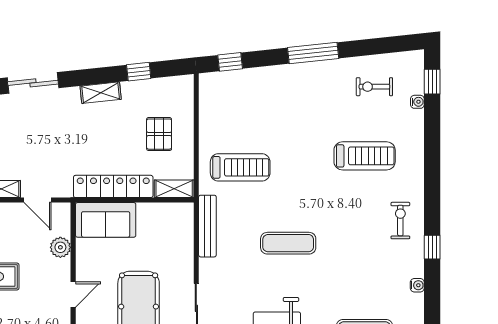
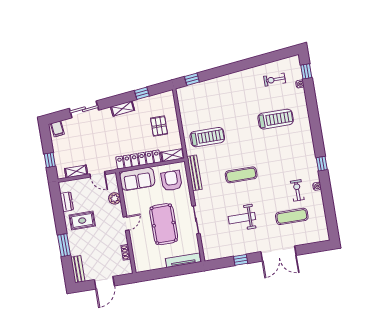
window: (313, 53) -> (237, 67), removed
exercise bike: (400, 221) -> (297, 190), moved
armchair: (165, 233) -> (172, 181), added

